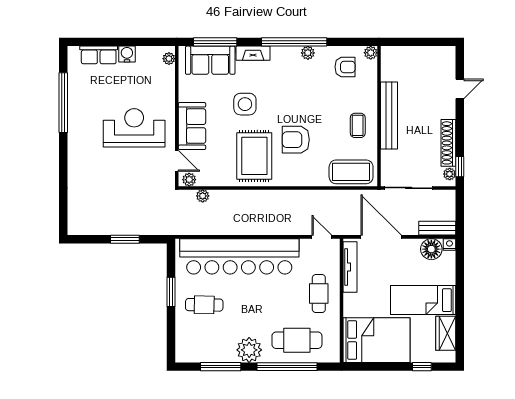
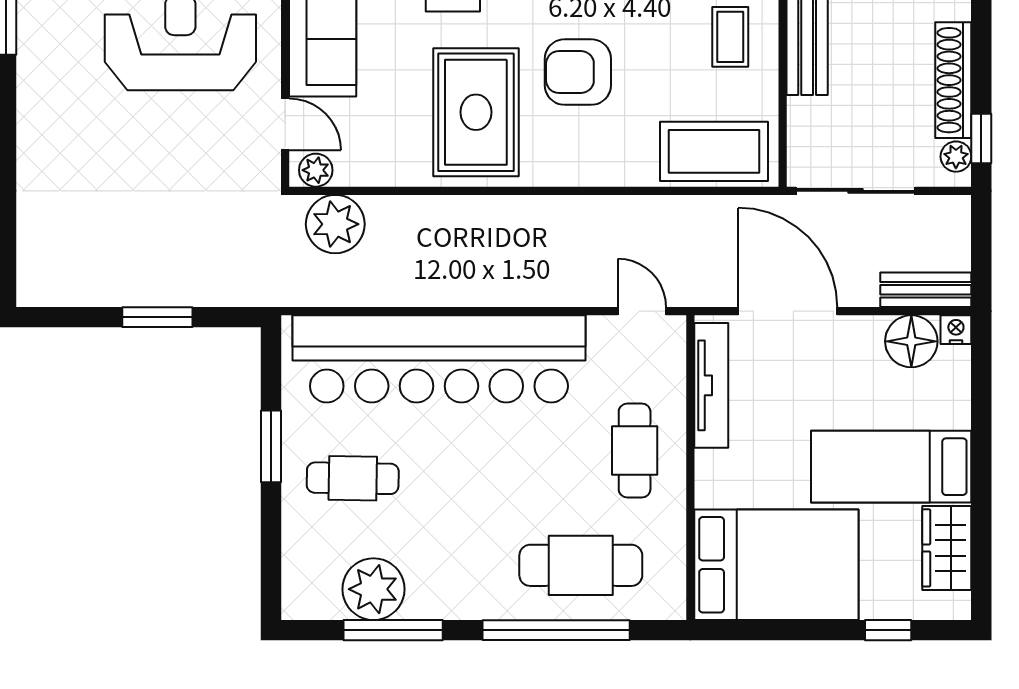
plant: (203, 196) -> (335, 224), width x1.88, depth x1.88
plant: (249, 350) -> (373, 589), moved

